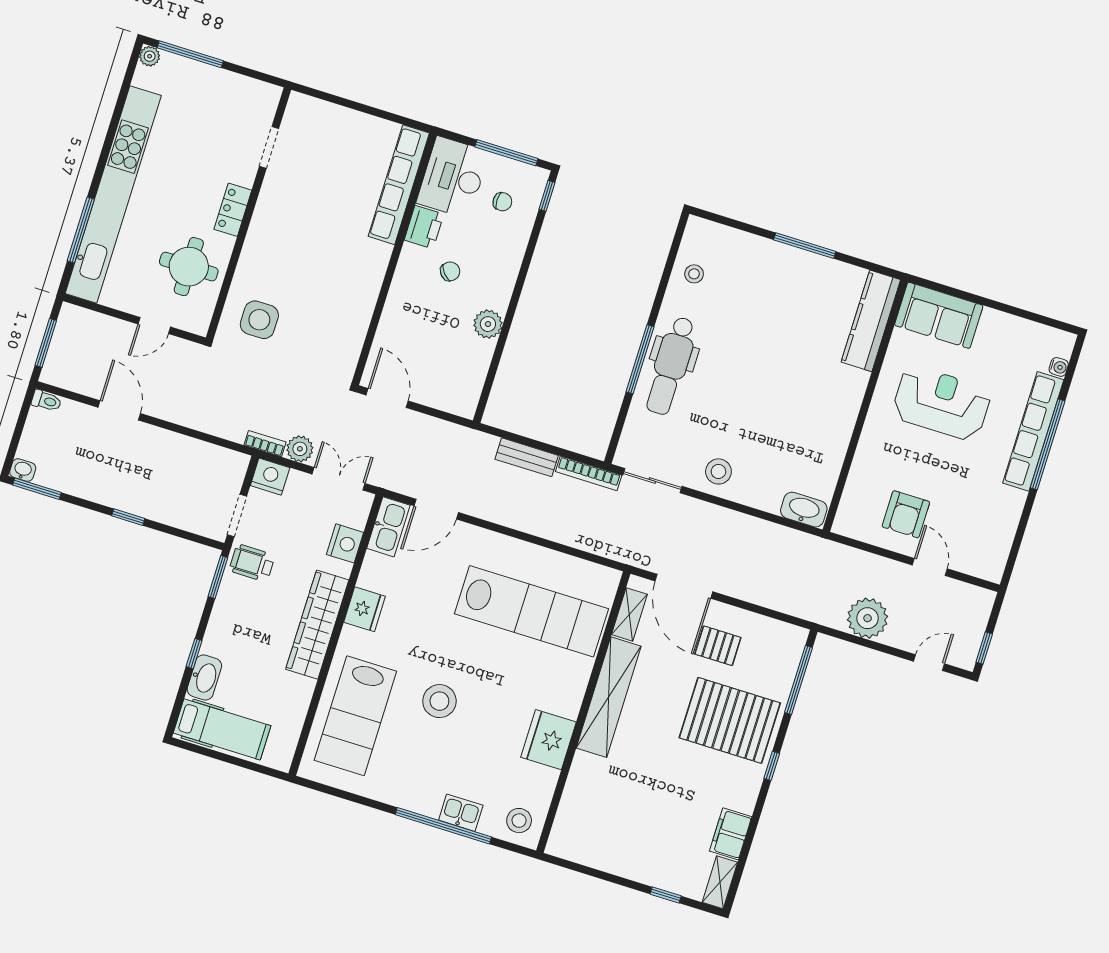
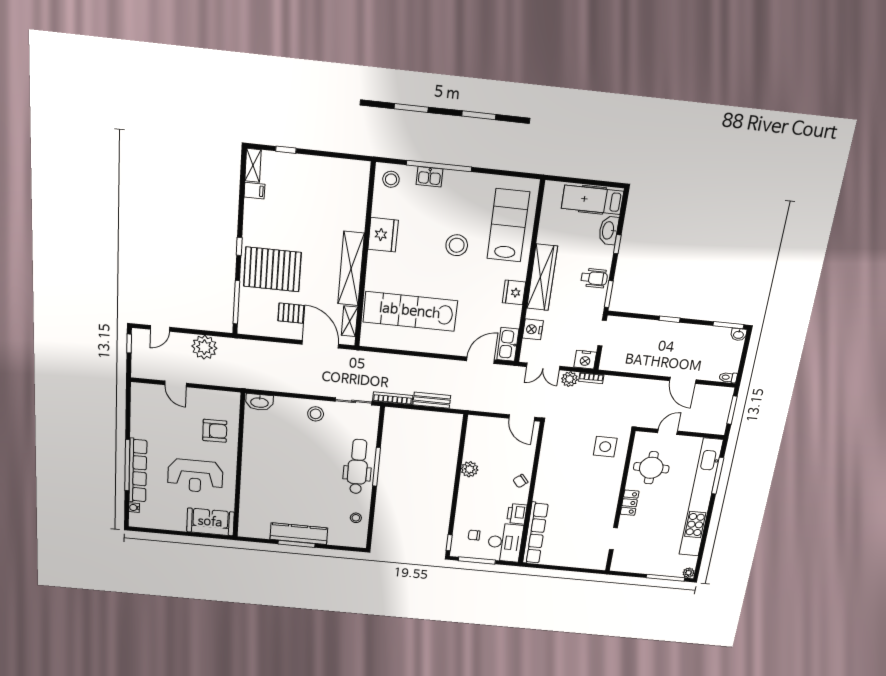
chair: (450, 271) -> (520, 481), moved
kitchen counter: (871, 321) -> (299, 534), moved, turned -90
armchair: (906, 514) -> (215, 431), moved, turned 89
wheelchair: (252, 563) -> (594, 278), moved
filing cabinet: (731, 834) -> (254, 191), width x0.50

